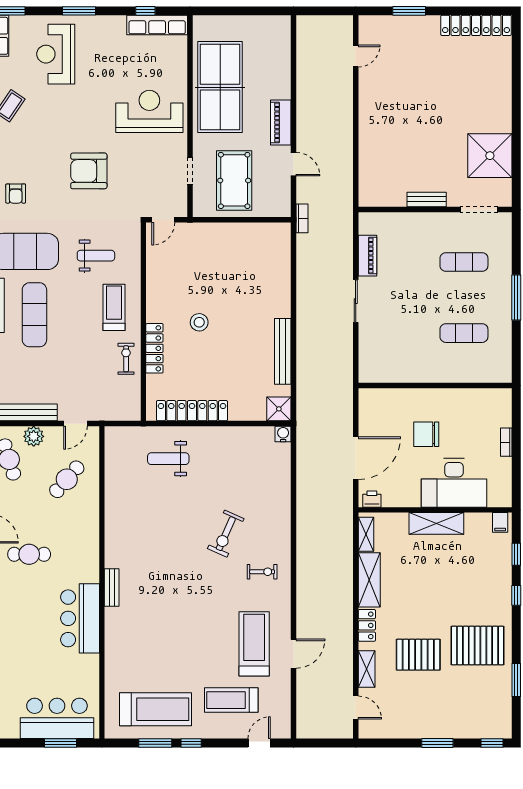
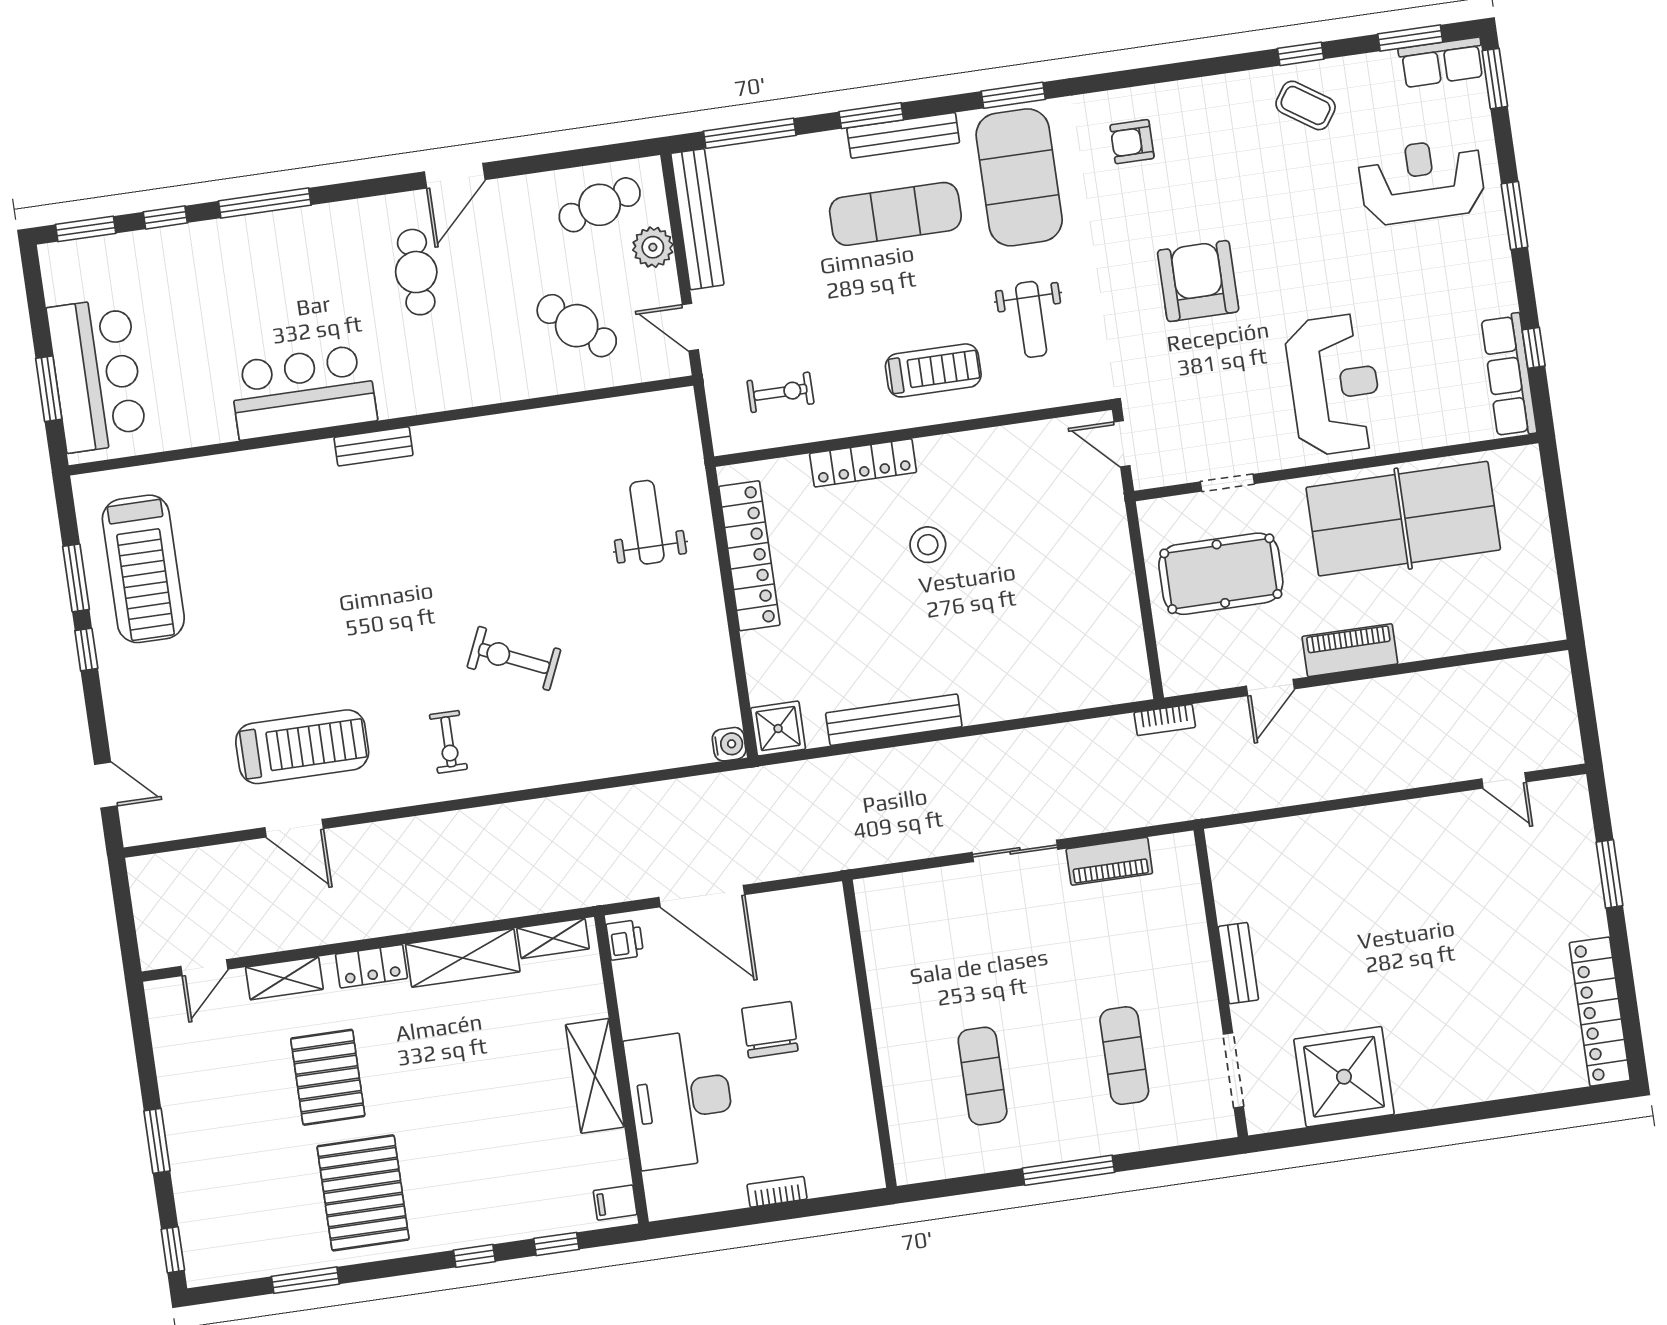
exercise bike: (126, 359) -> (780, 392), moved
treadmill: (231, 700) -> (183, 717), removed

